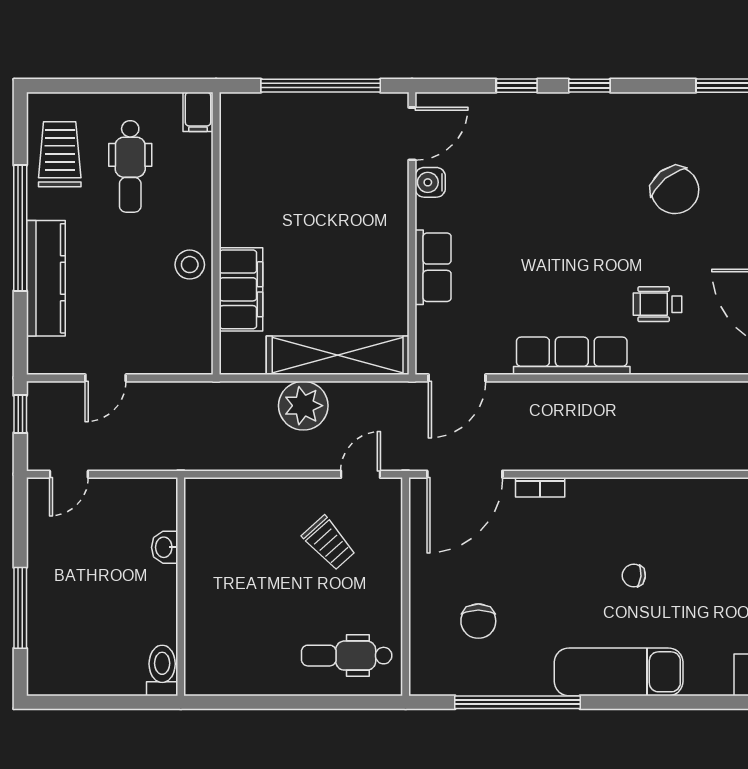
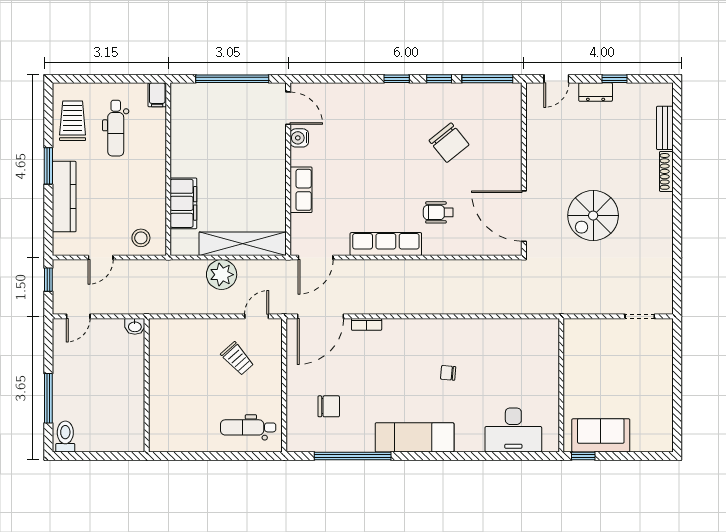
window: (517, 86) -> (439, 79), moved
door: (412, 134) -> (288, 108), hinge flipped
window: (20, 228) -> (48, 166), width x0.47
stool: (190, 265) -> (141, 238), moved
washbasin: (165, 547) -> (135, 326), moved, turned -90
chair: (634, 576) -> (448, 373), moved
chair: (478, 621) -> (329, 406), turned -90
toilet: (162, 670) -> (65, 436), moved

